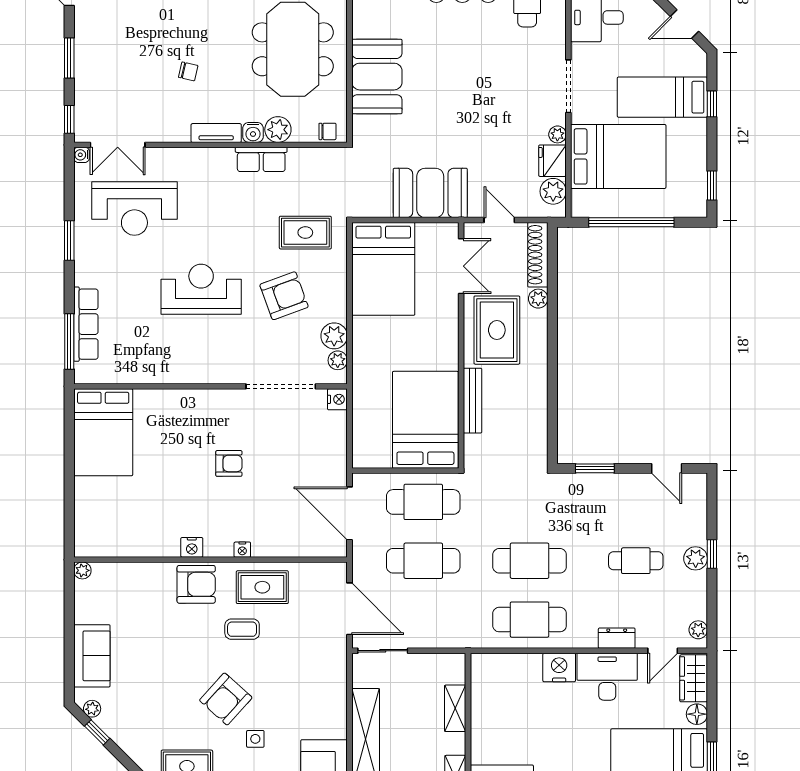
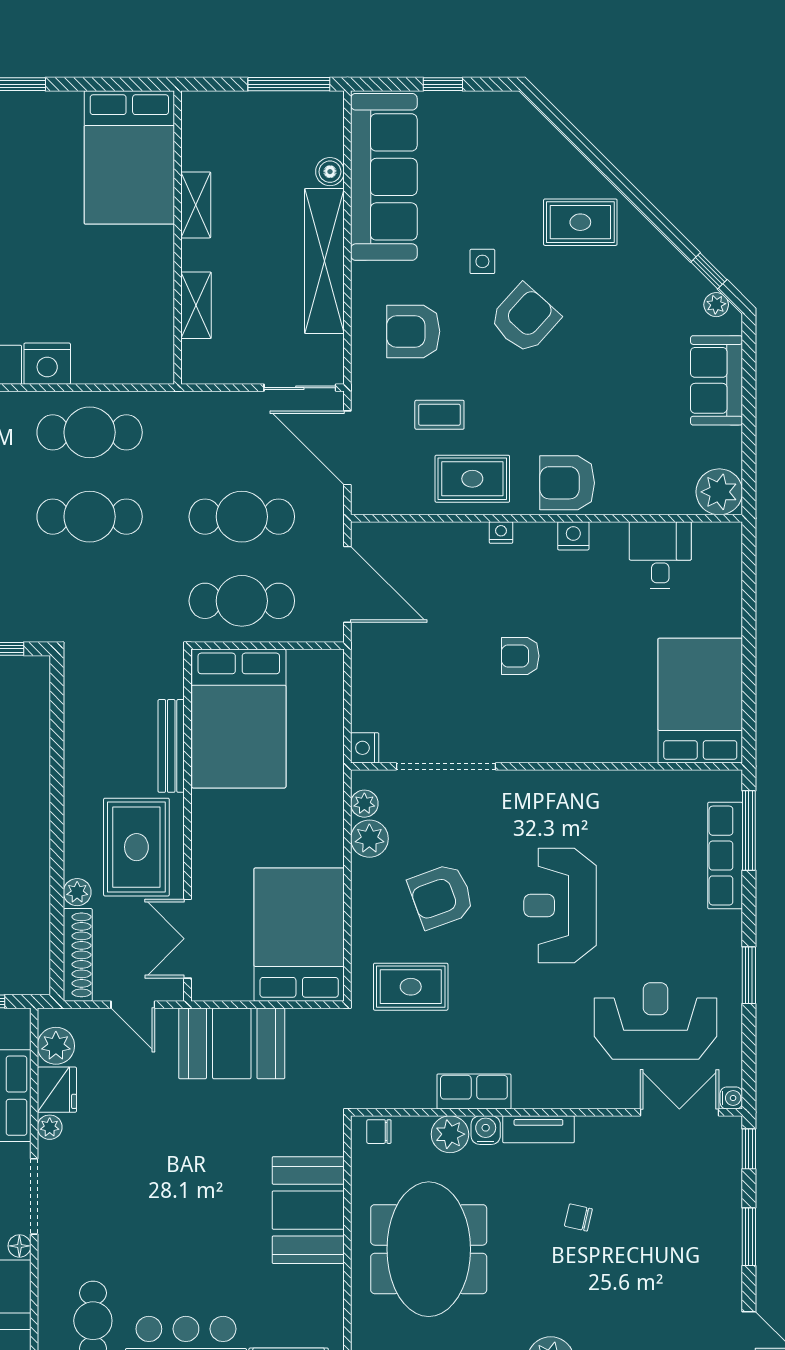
floor lamp: (578, 52) -> (19, 1246), added
reception desk: (201, 289) -> (560, 905), turned 90
desk: (131, 534) -> (660, 555), added
plant: (82, 570) -> (719, 492), width x1.88, depth x1.88
coffee table: (242, 629) -> (439, 415), moved
armchair: (304, 690) -> (413, 331), added

